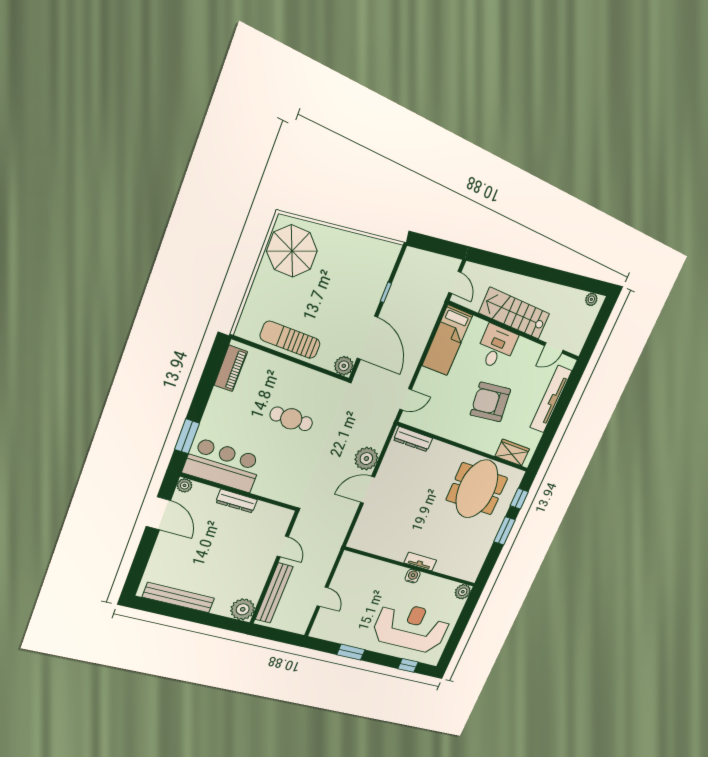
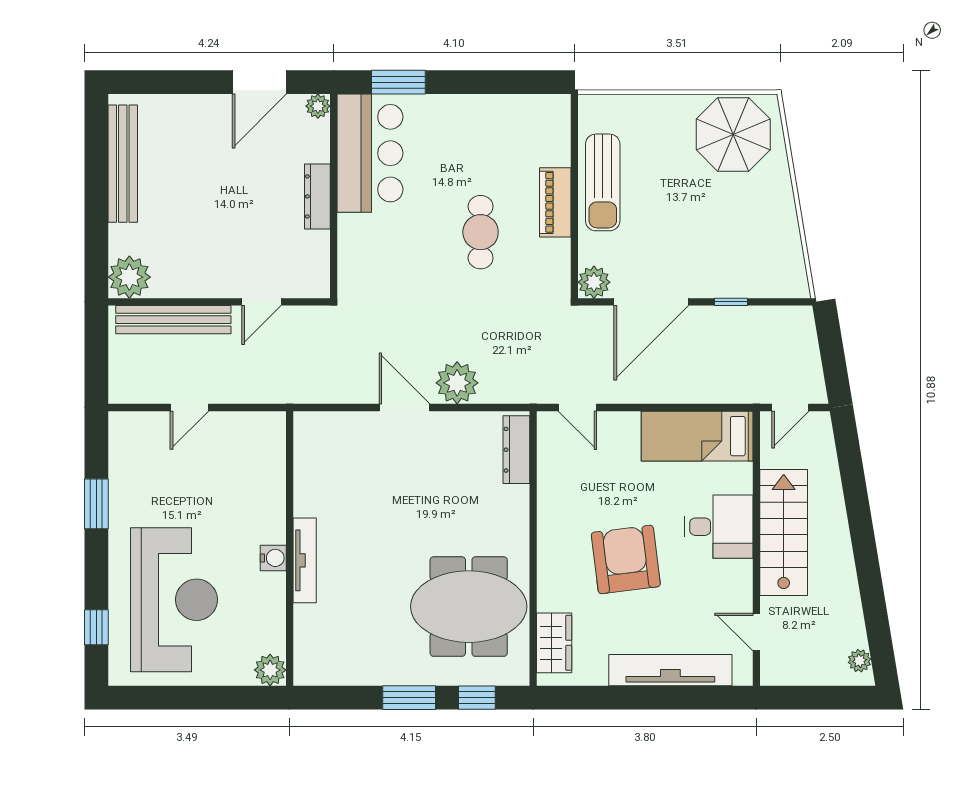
sun lounger: (290, 340) -> (603, 182), turned 180
piano: (231, 368) -> (555, 202), moved, turned 90
tv unit: (420, 562) -> (305, 560), width x1.41

